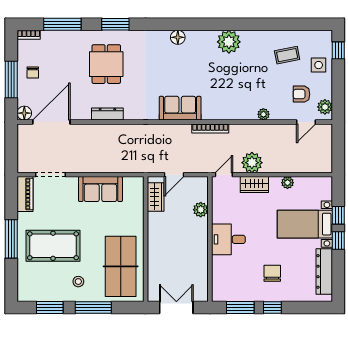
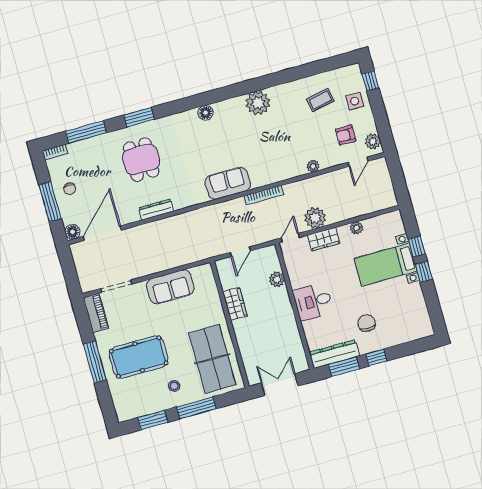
wardrobe: (156, 197) -> (235, 304), moved
dresser: (324, 271) -> (334, 354), moved, turned 90

